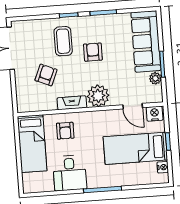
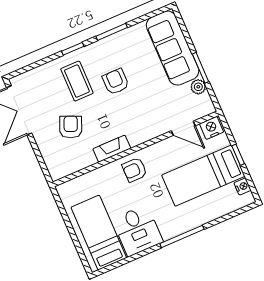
plant: (98, 96) -> (139, 130), removed
armchair: (65, 131) -> (134, 170), moved, turned 90
bed: (32, 144) -> (99, 233), moved, turned 180

